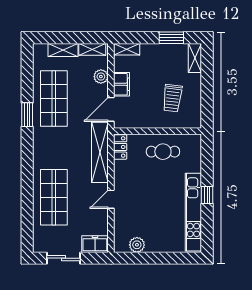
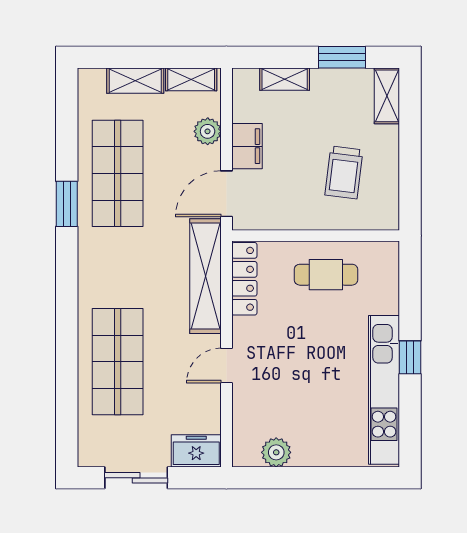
shelving: (127, 49) -> (285, 79), moved
locker: (120, 147) -> (244, 279), width x1.53

